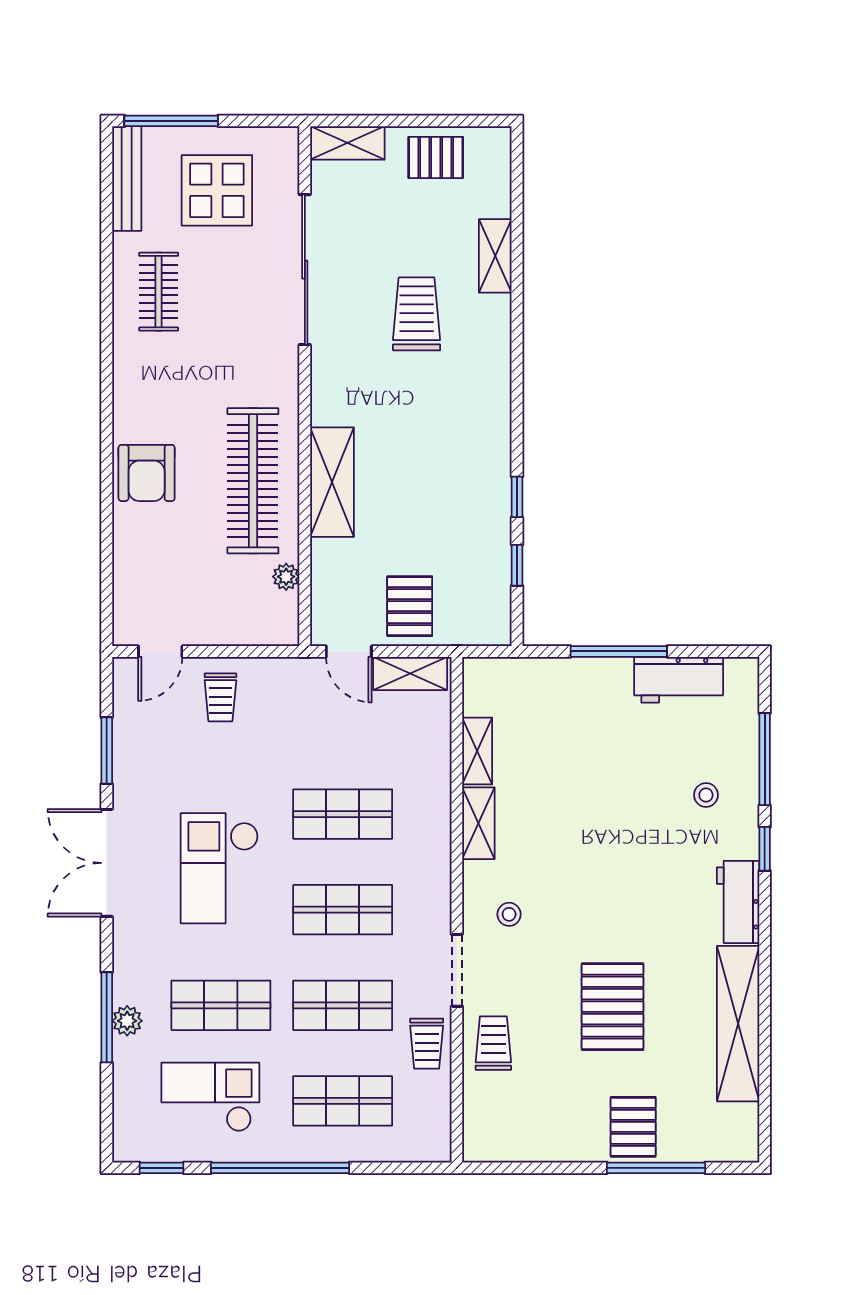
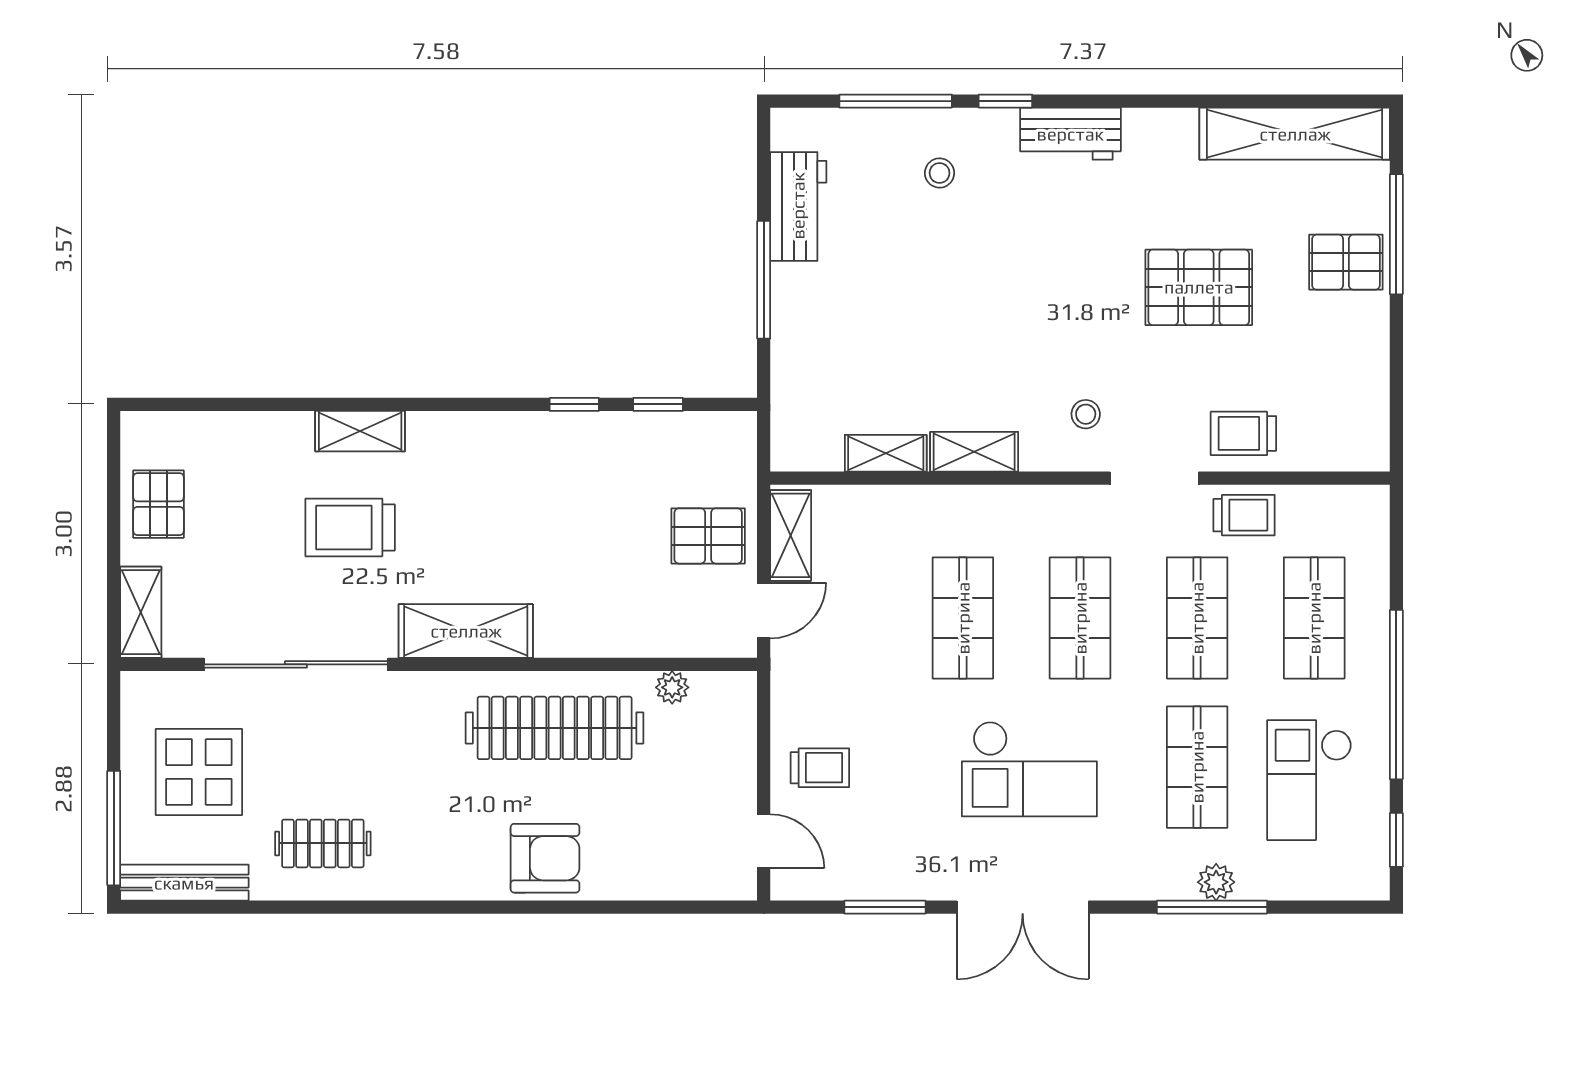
shelving: (495, 256) -> (360, 431), moved
shelving: (332, 482) -> (466, 631), moved
shelving: (738, 1024) -> (1295, 134), moved

